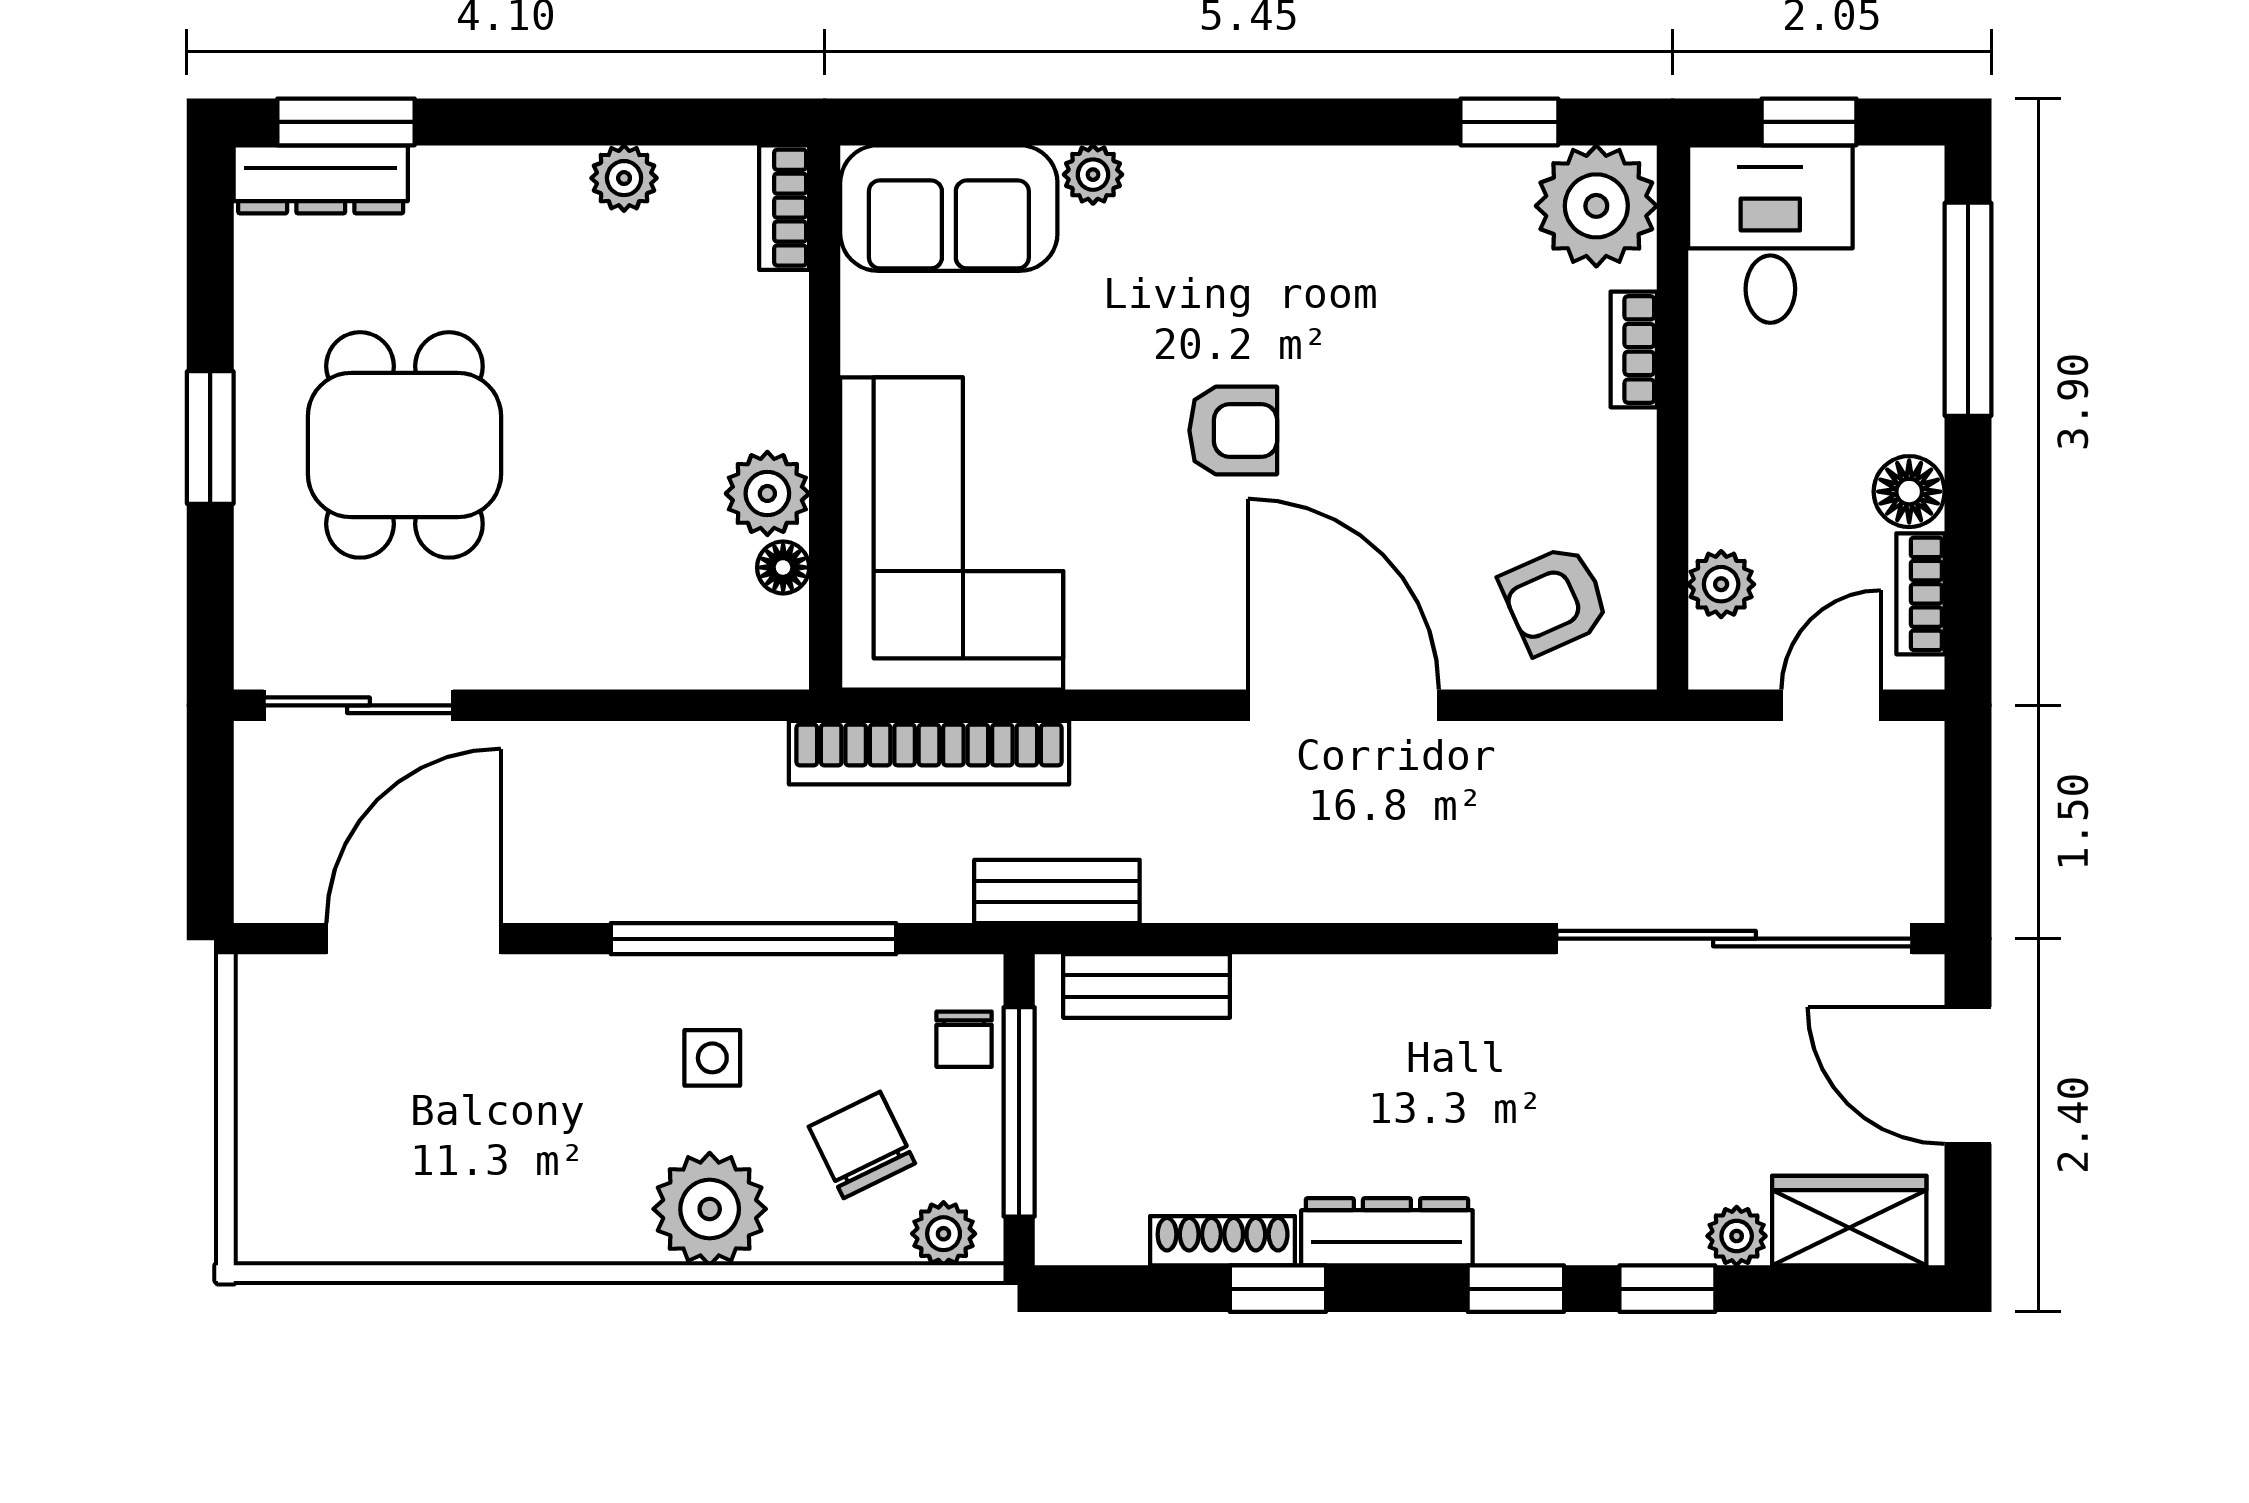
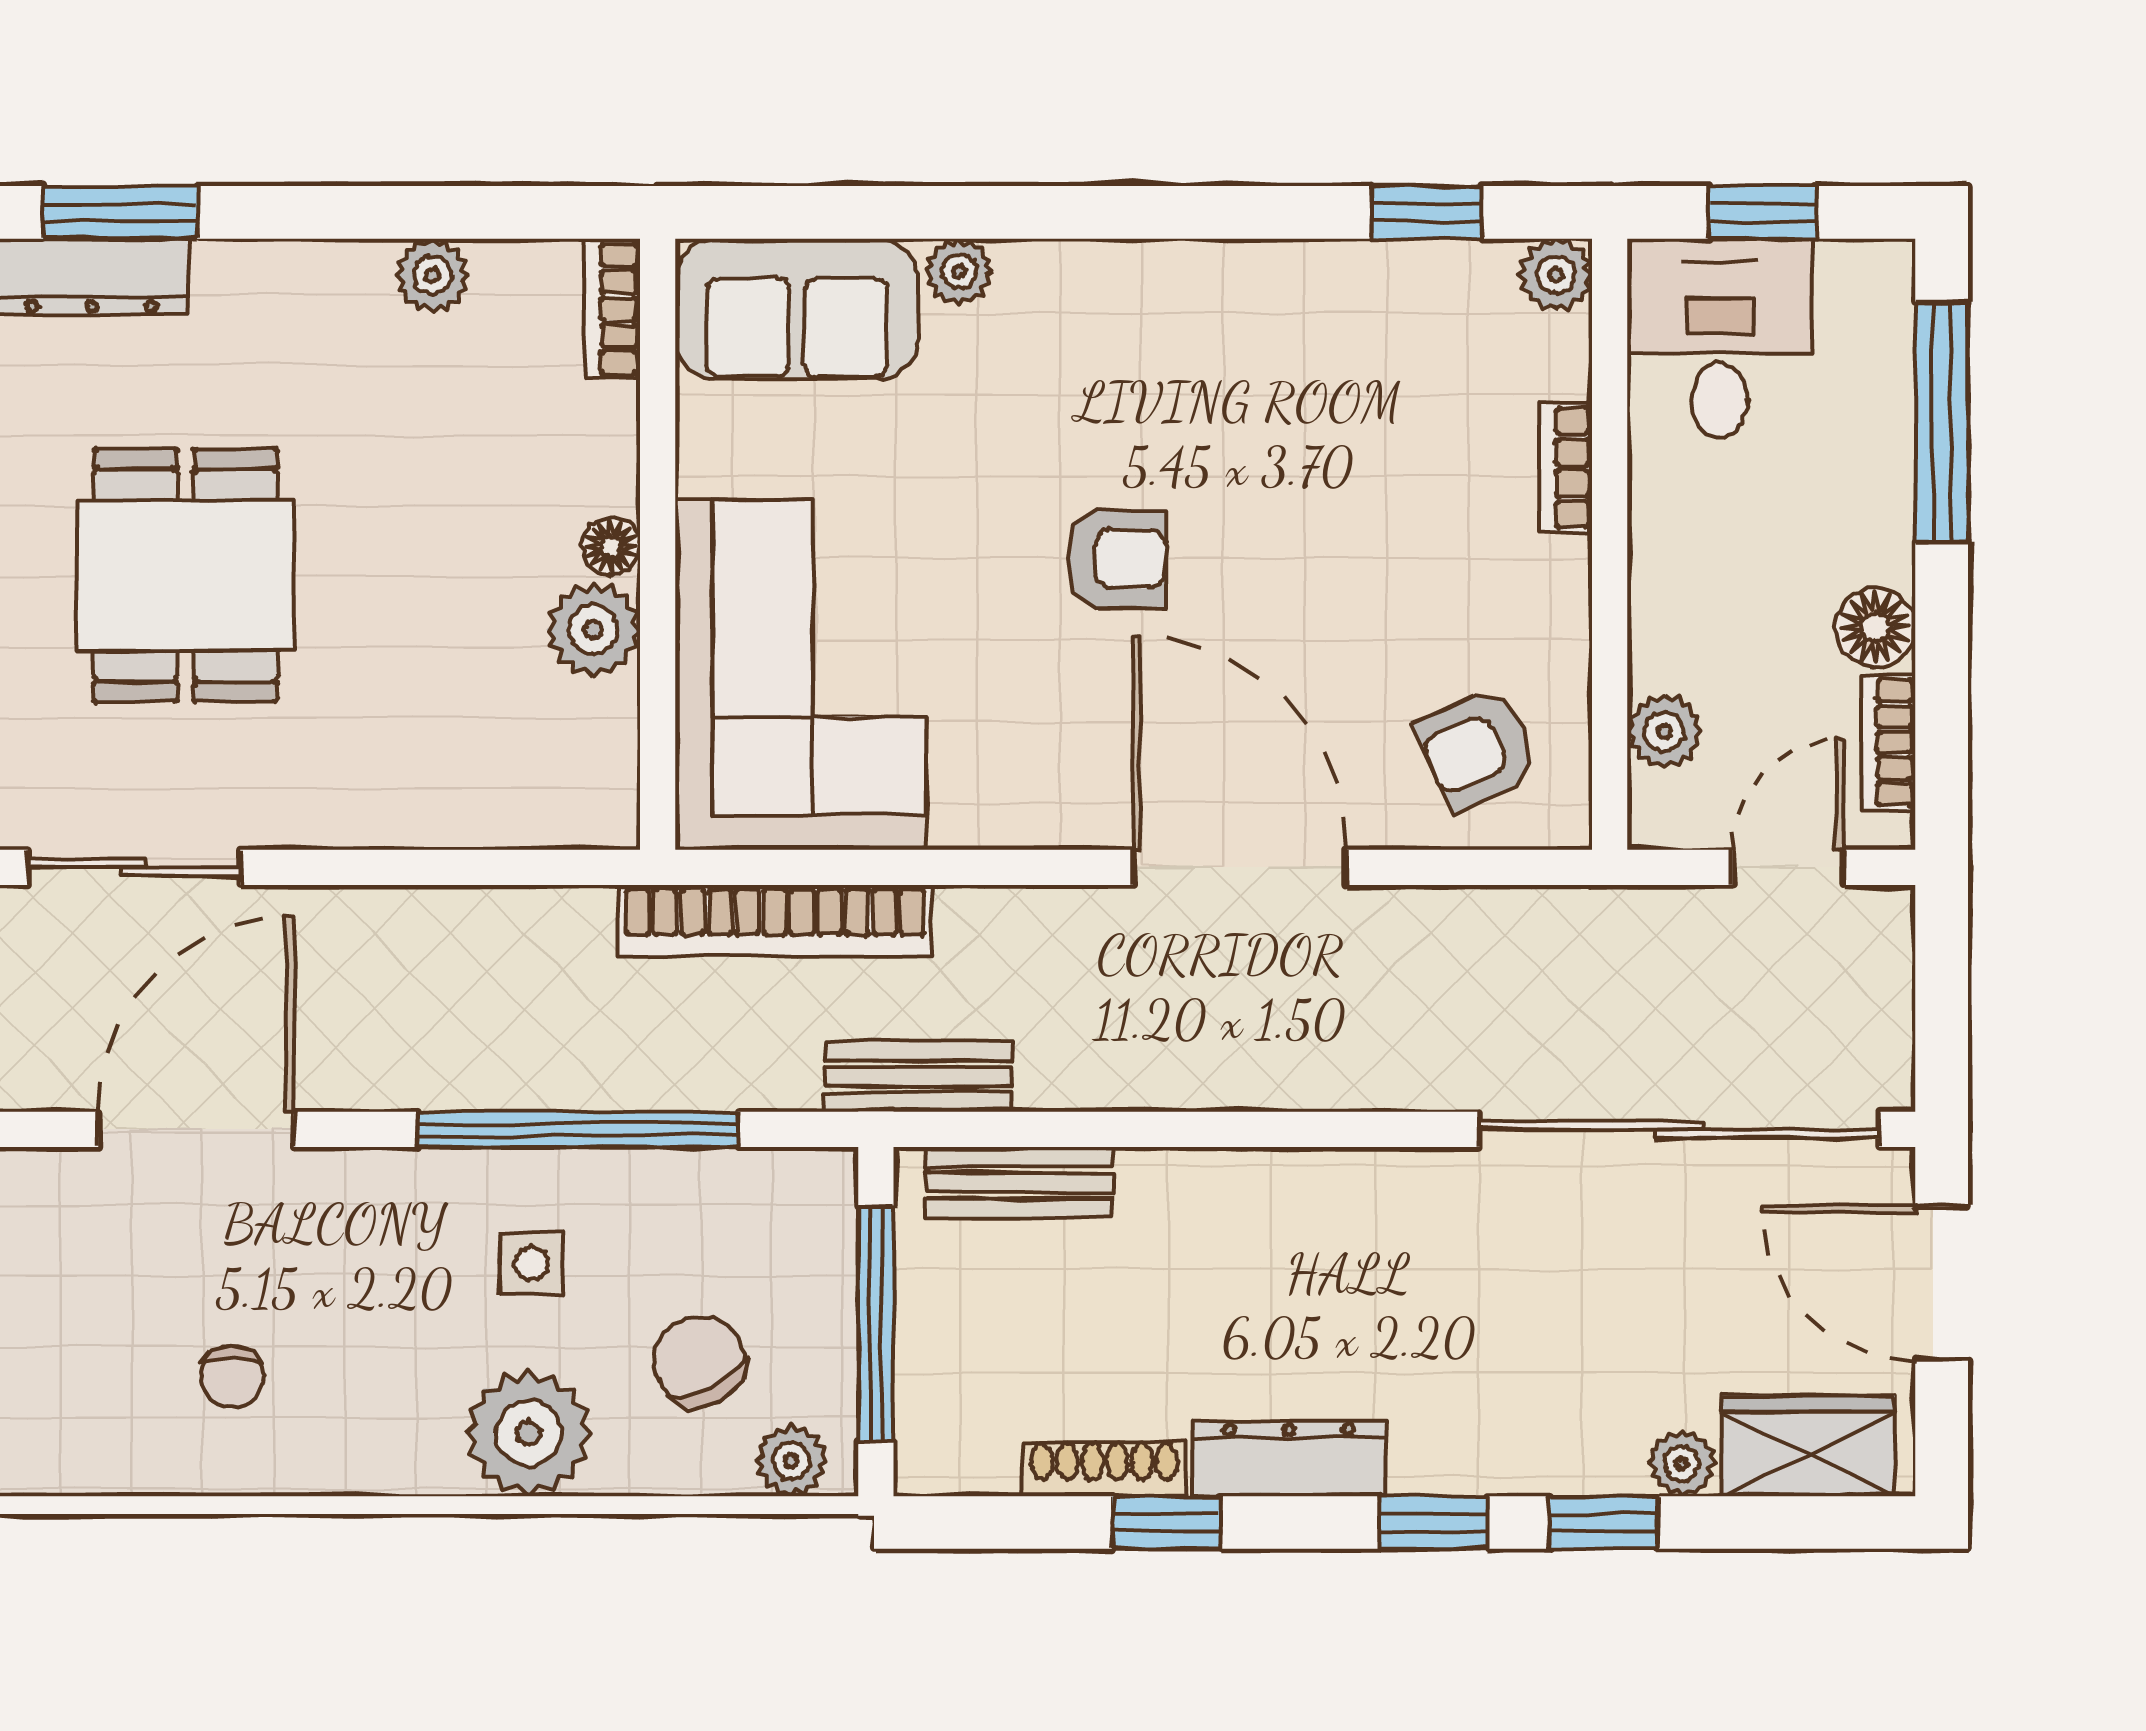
plant: (1596, 206) -> (1556, 275), width x0.53, depth x0.53
floor lamp: (783, 567) -> (611, 546), moved
chair: (964, 1039) -> (232, 1376), moved

